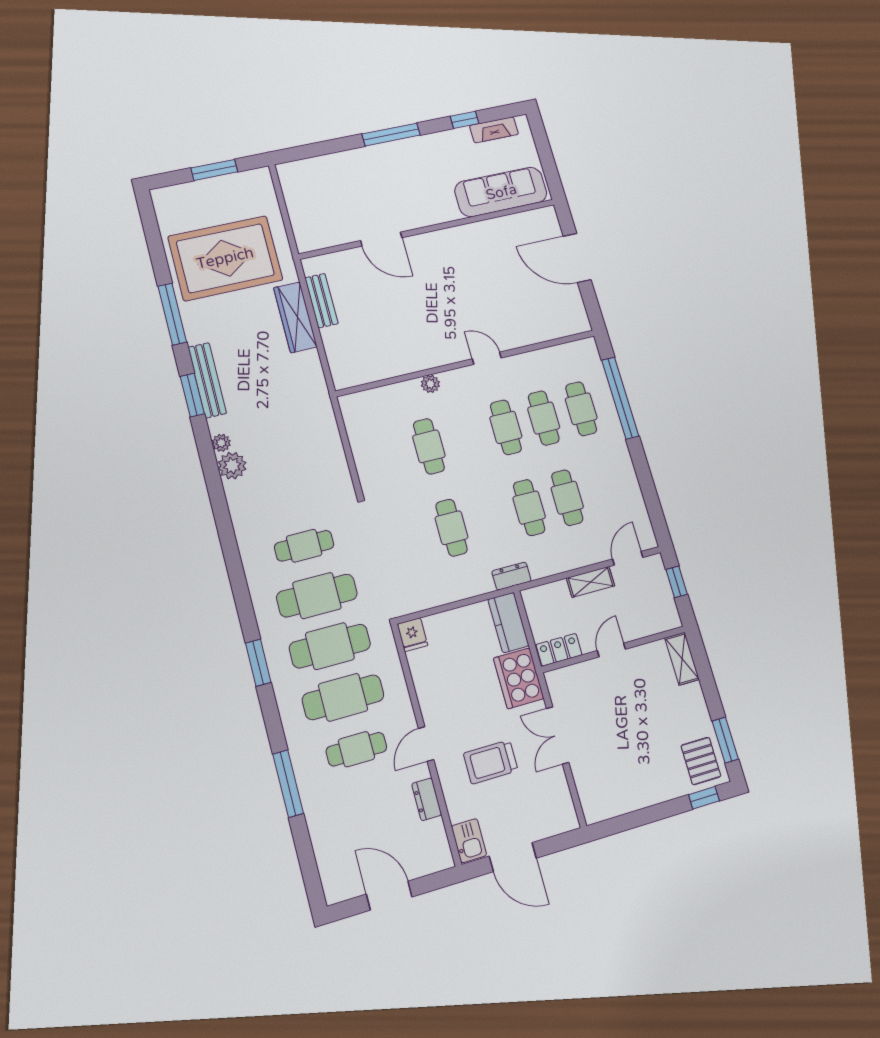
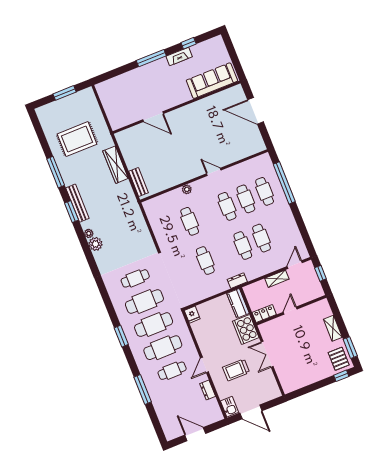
fireplace: (494, 130) -> (179, 56), moved
rug: (225, 258) -> (77, 139), width x0.73, depth x0.69
bench: (321, 301) -> (139, 182), moved
shelving: (682, 659) -> (333, 328), moved

